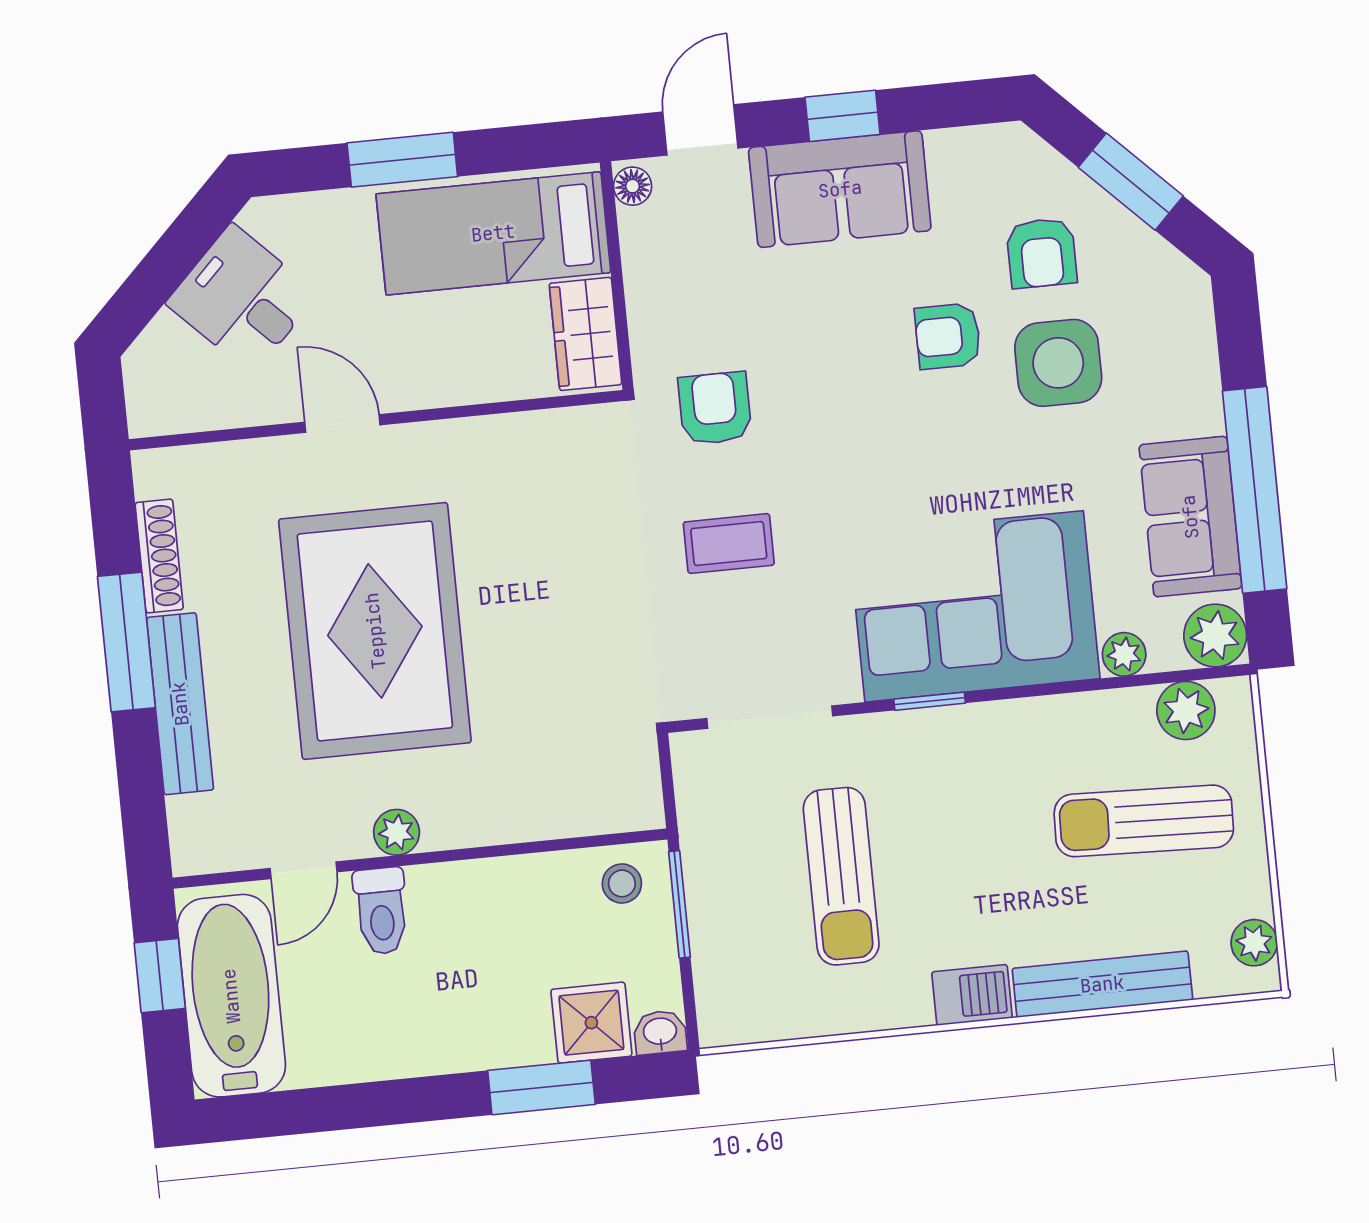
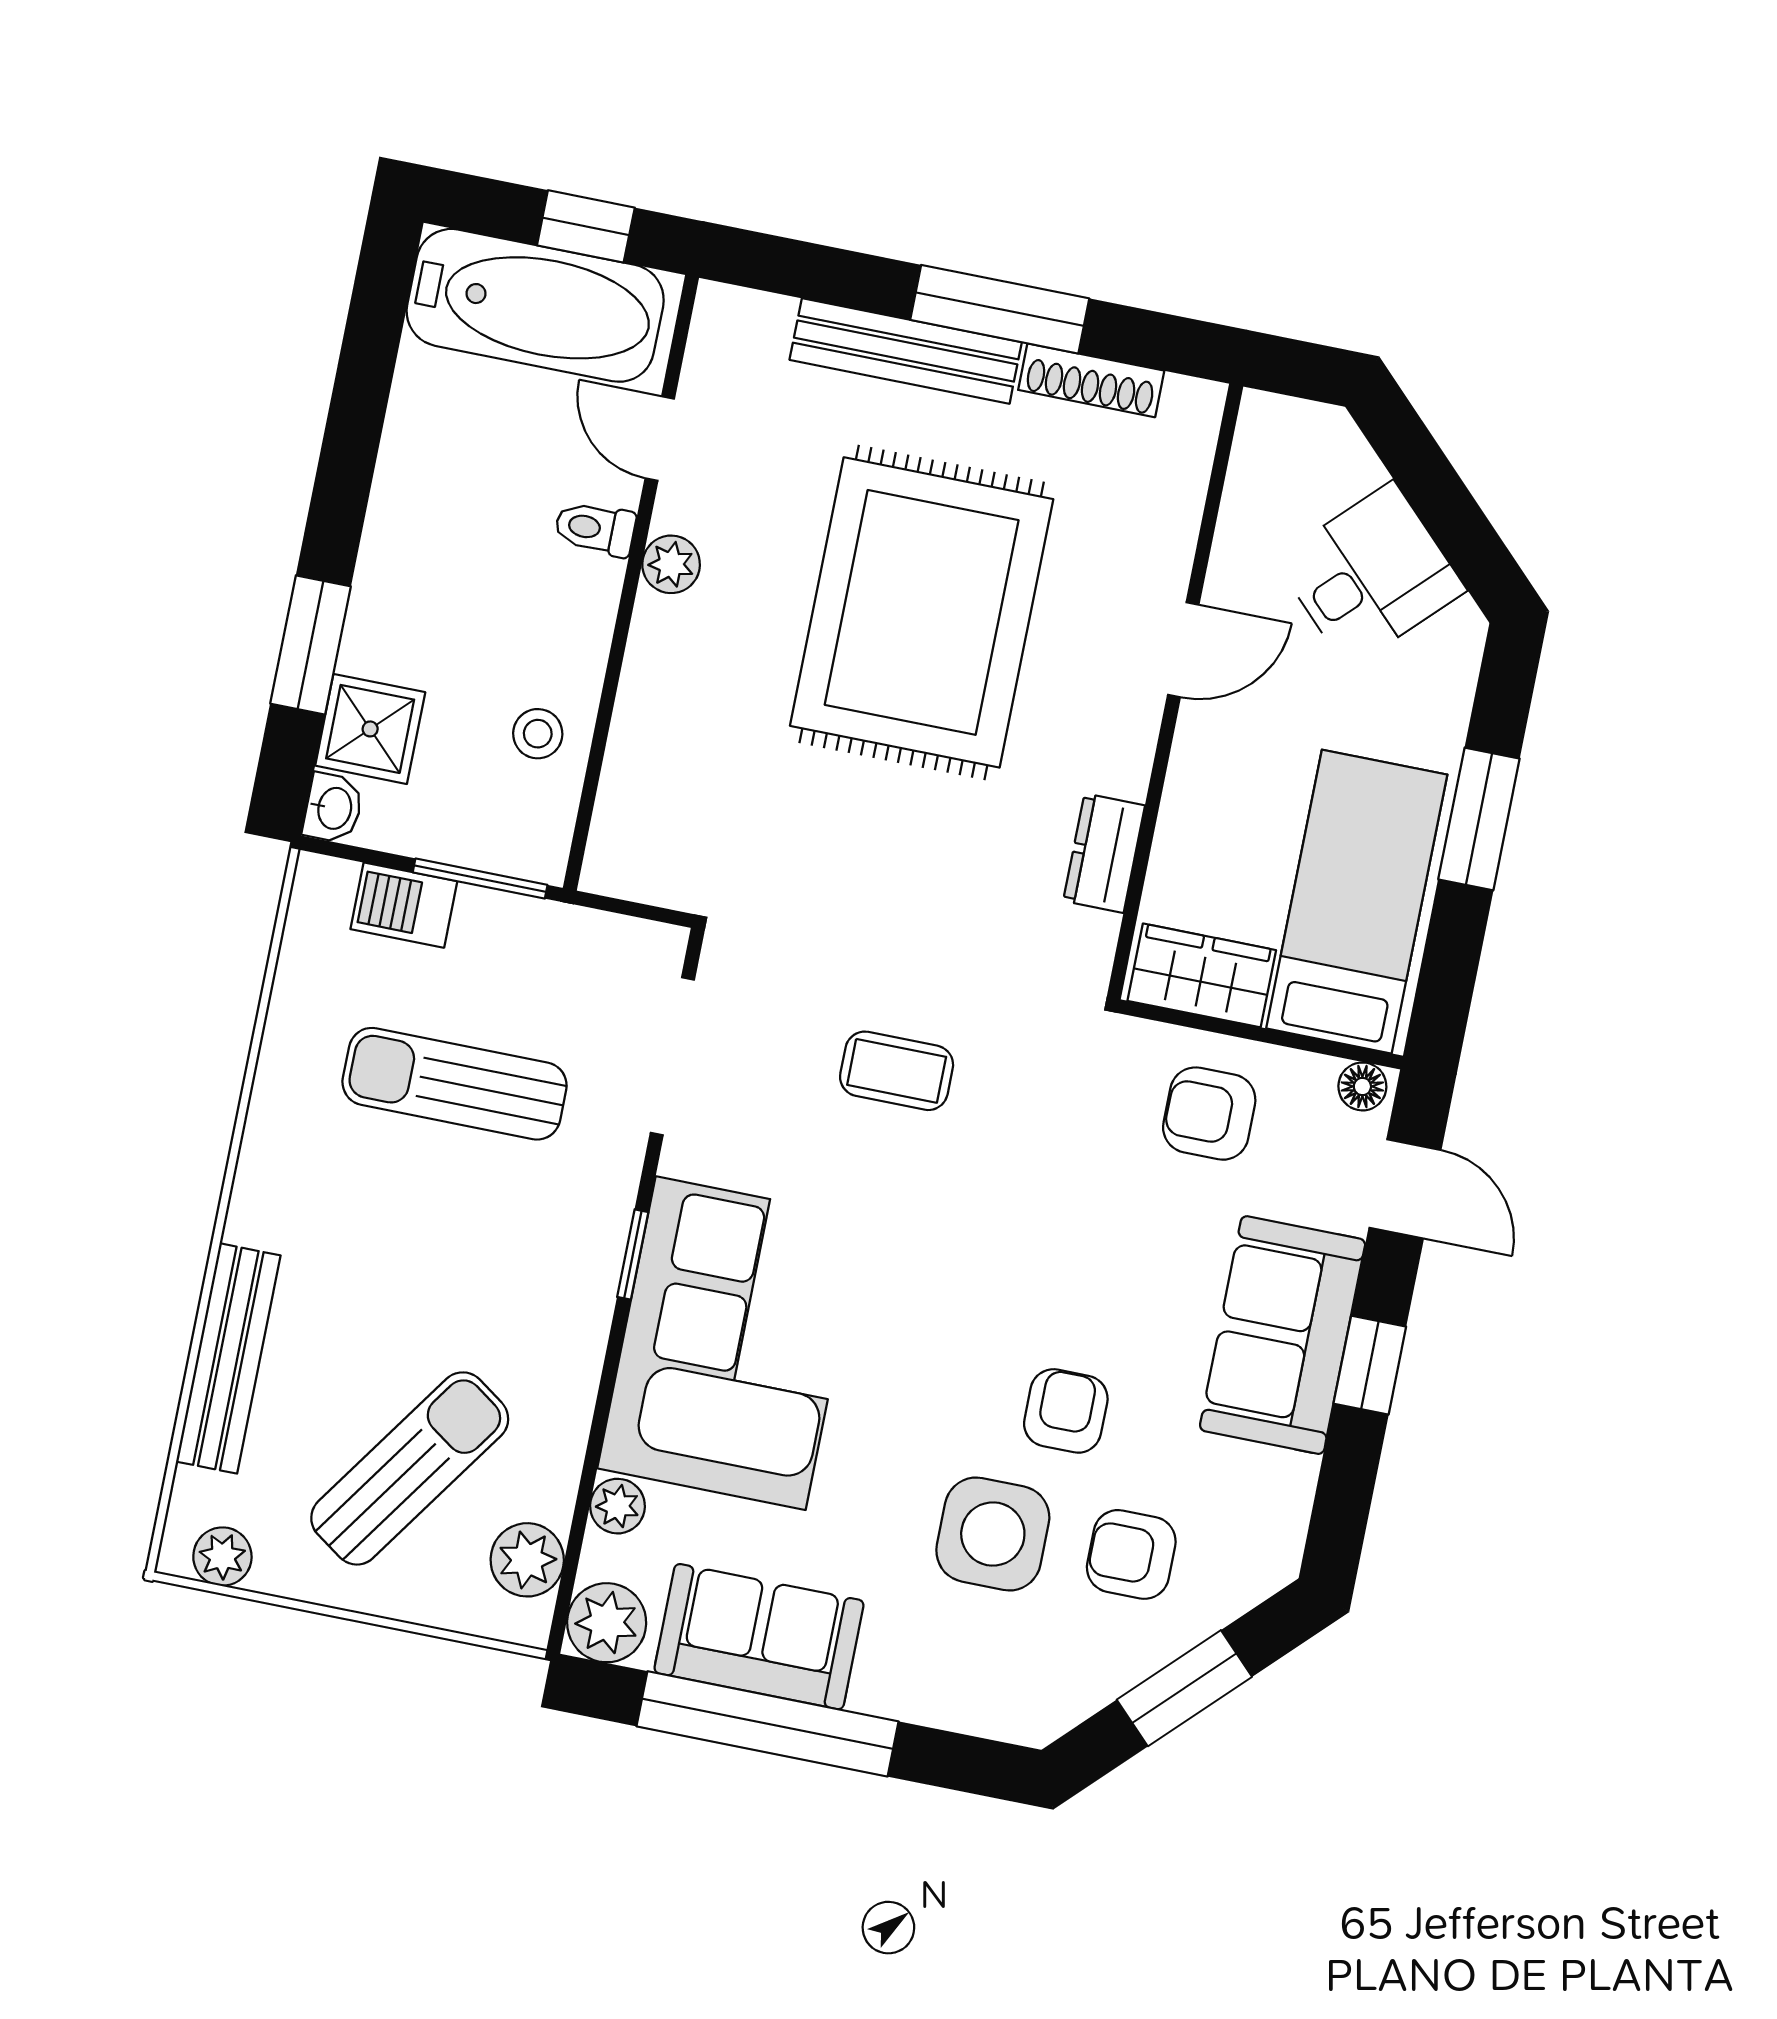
armchair: (715, 408) -> (1209, 1114), moved, turned 180
dresser: (515, 437) -> (1104, 853), added
coffee table: (729, 544) -> (897, 1071), turned 90
rug: (375, 631) -> (922, 612), turned 90
sun lounger: (1144, 821) -> (410, 1468), turned 33
stool: (622, 883) -> (538, 734), moved
toilet: (381, 911) -> (595, 529), width x0.73, depth x0.72
barbecue: (972, 995) -> (404, 905), moved, turned 90

